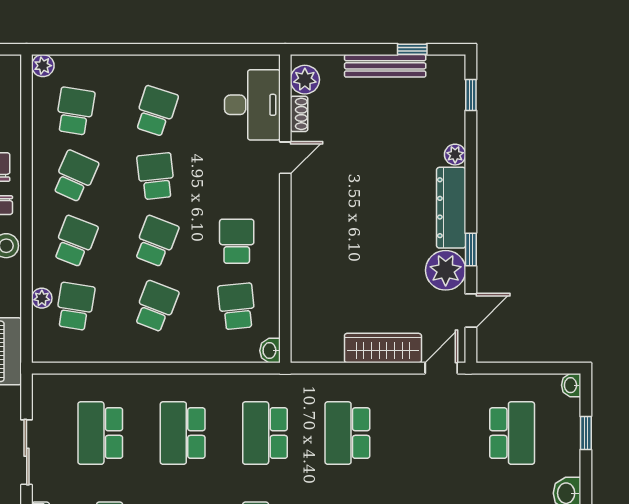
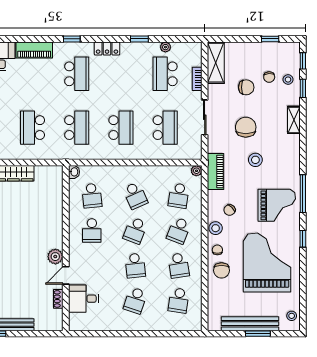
plant: (43, 66) -> (196, 325), removed
plant: (305, 80) -> (55, 257), moved
desk: (252, 105) -> (84, 299), width x0.73
school desk: (75, 176) -> (179, 265), turned -33
plant: (42, 298) -> (196, 171), moved
school desk: (156, 306) -> (135, 196), turned -45
school desk: (347, 433) -> (32, 128), turned 180

